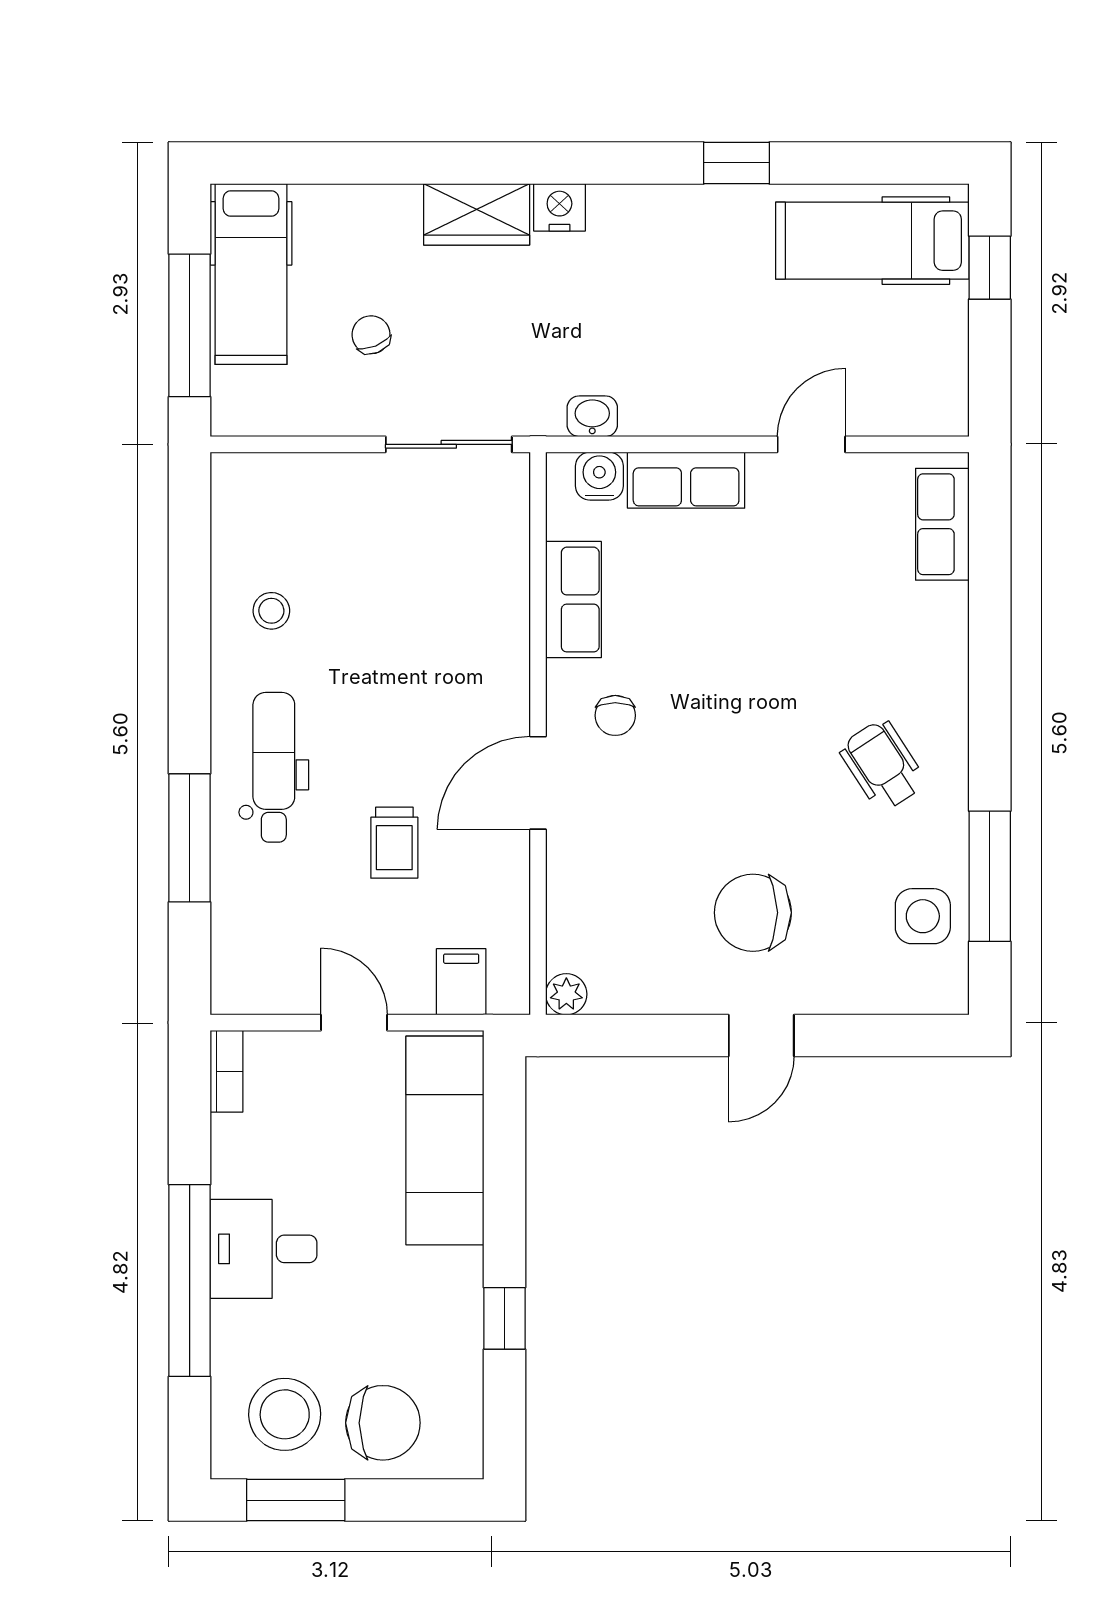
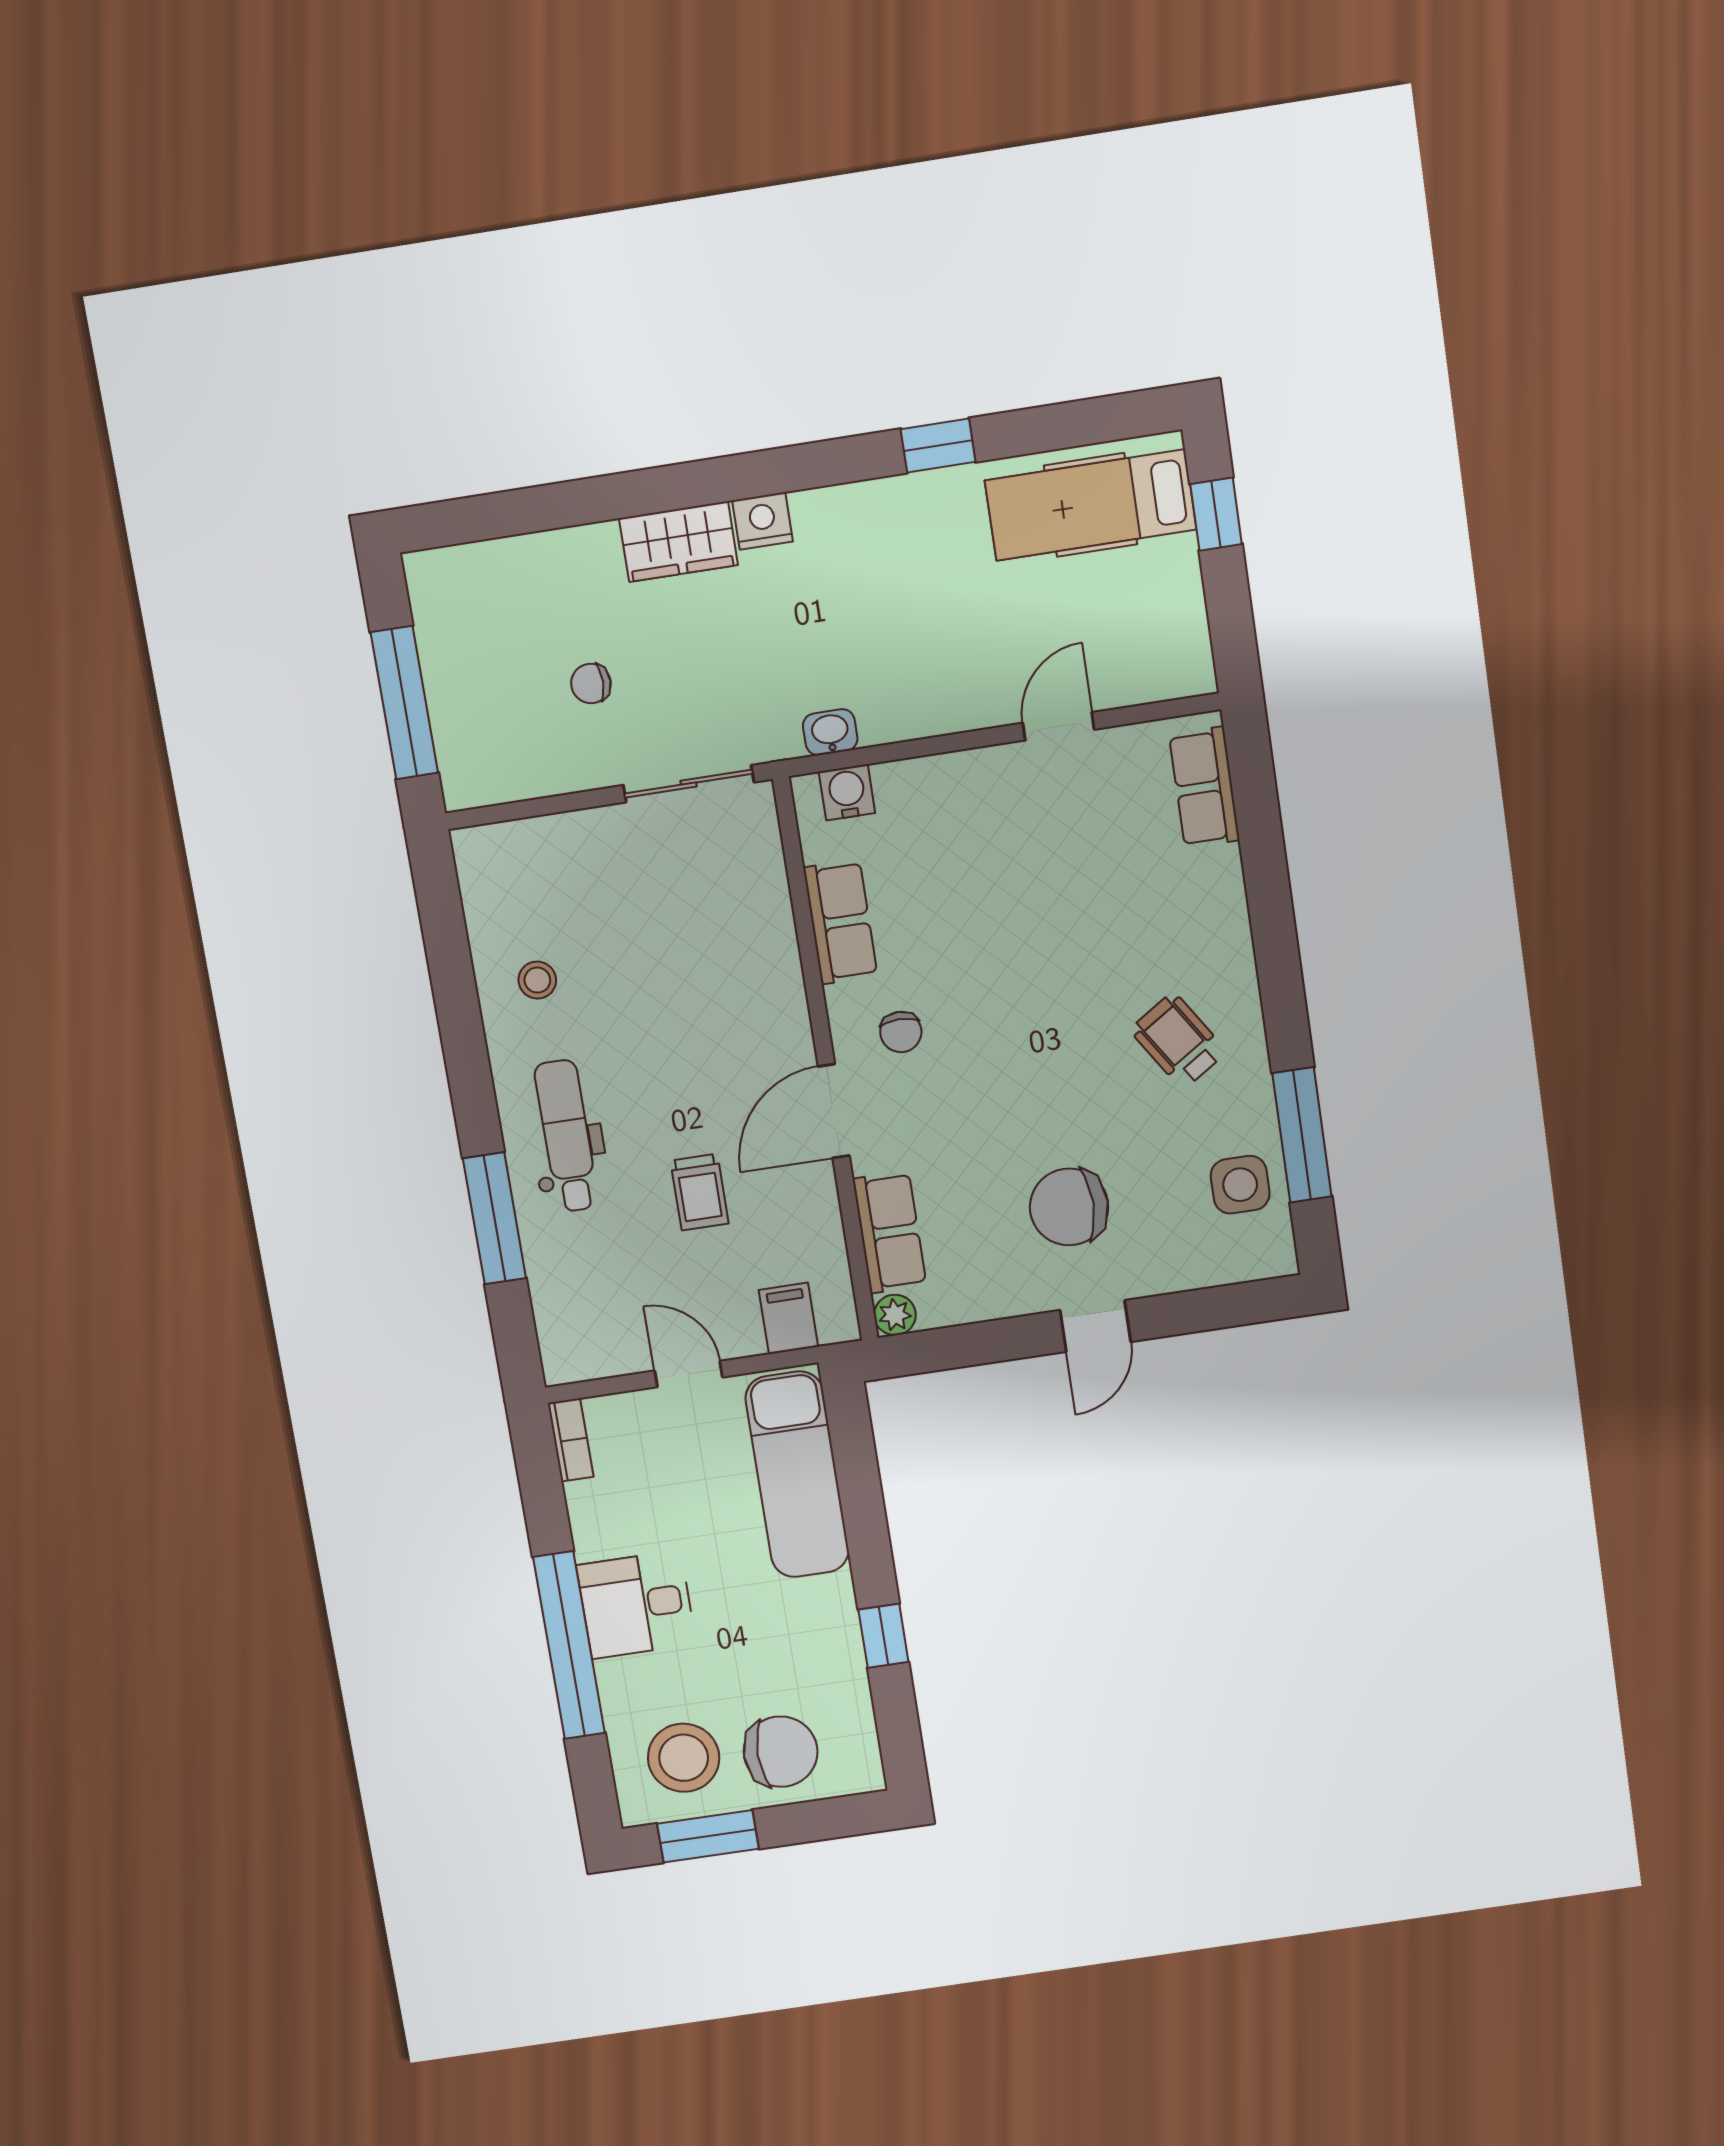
hospital bed: (251, 274) -> (458, 640), removed
chair: (371, 335) -> (591, 684), turned -68
row of seats: (686, 480) -> (890, 1232), moved, turned -90

